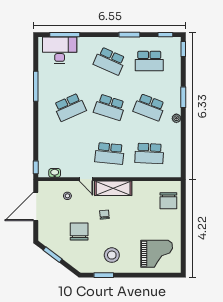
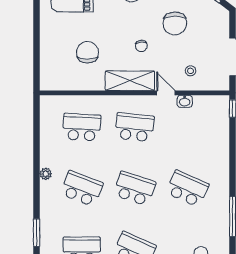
window: (183, 97) -> (37, 233), moved
school desk: (70, 107) -> (187, 189), turned 48
washbasin: (55, 173) -> (185, 101), moved
chair: (168, 201) -> (87, 52), moved

